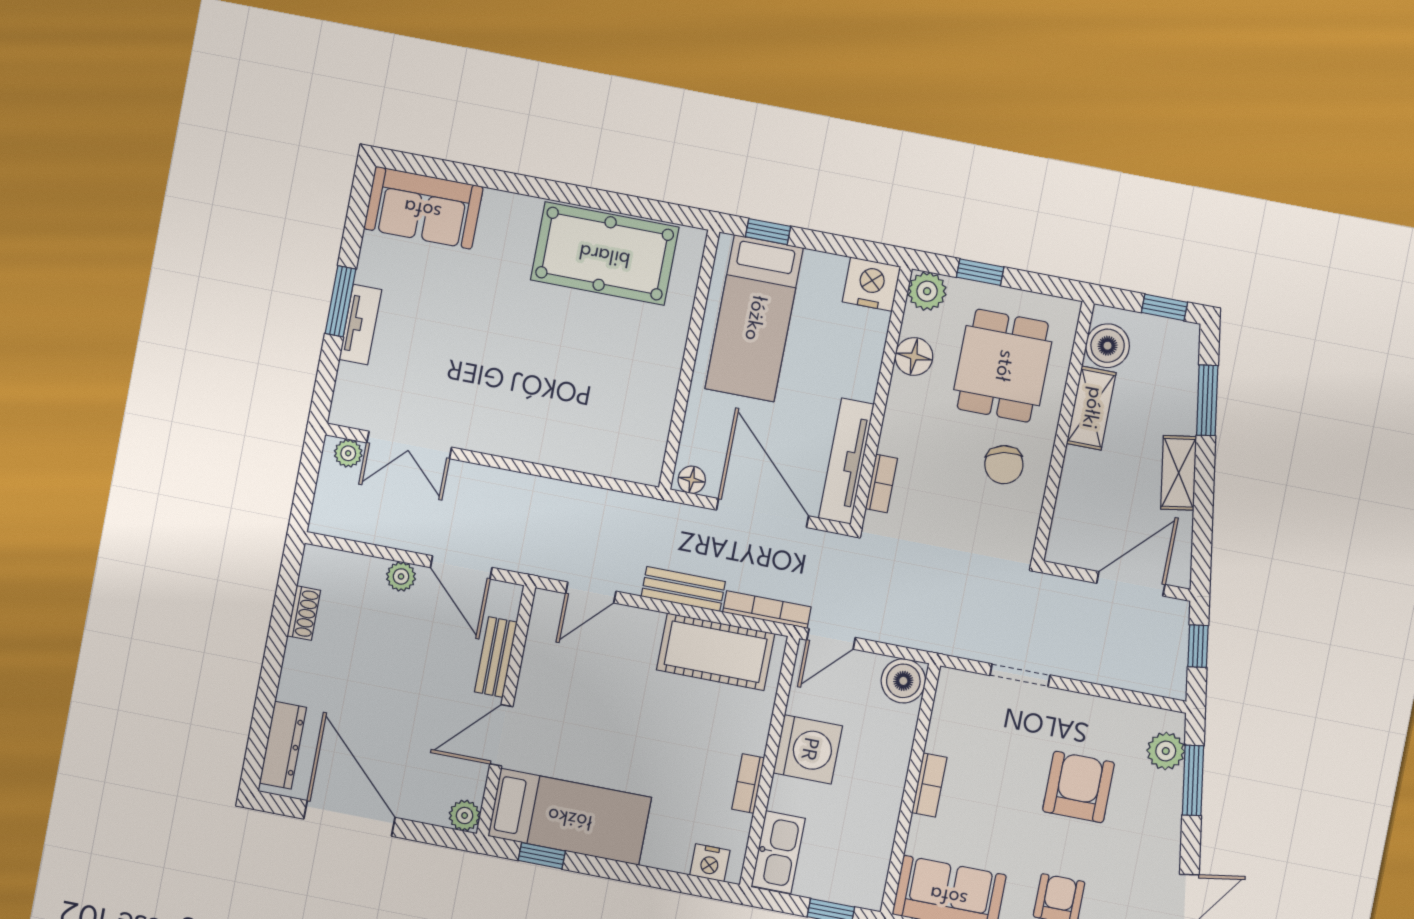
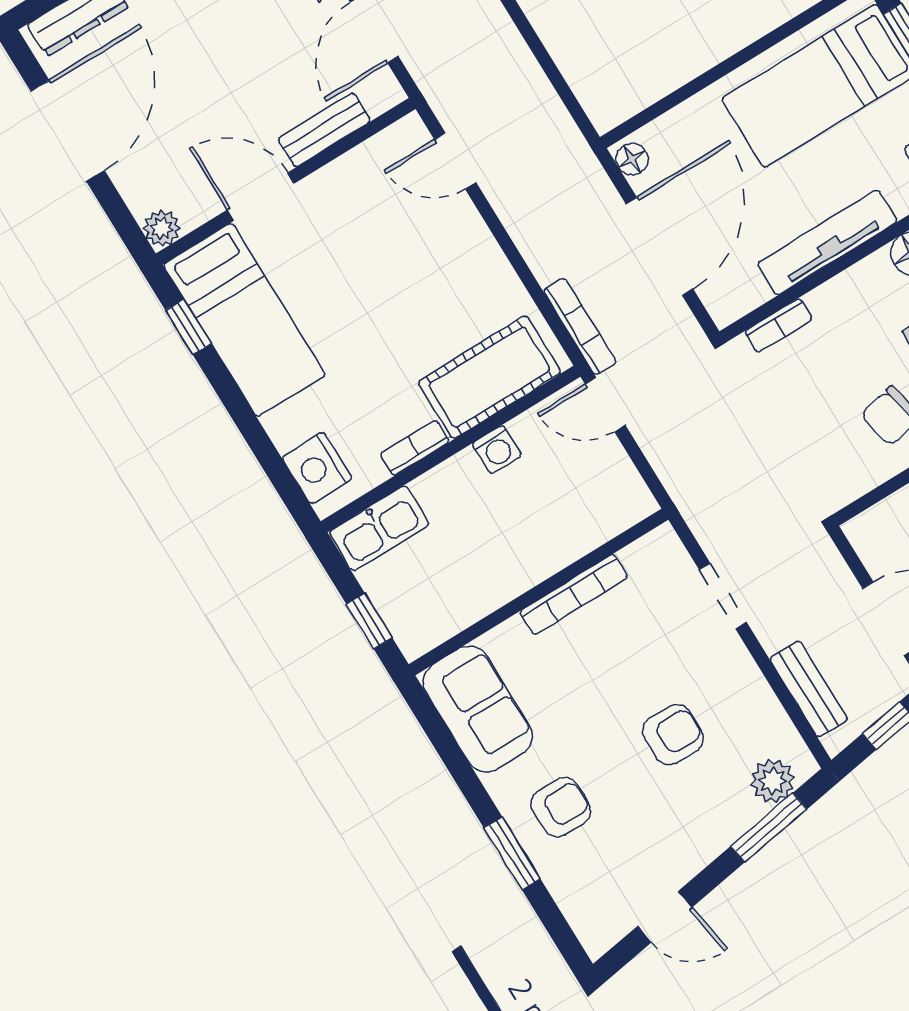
tv unit: (846, 461) -> (827, 242), moved
bench: (683, 589) -> (809, 689), moved
cot: (716, 652) -> (489, 377), moved, turned 90
boiler: (903, 681) -> (626, 500), removed
washing machine: (808, 749) -> (497, 450), width x0.53, depth x0.53
bookcase: (929, 785) -> (574, 594), width x1.56
armchair: (1079, 787) -> (673, 735), width x0.72, depth x0.72
nightstand: (710, 863) -> (317, 468), width x1.36, depth x1.33

